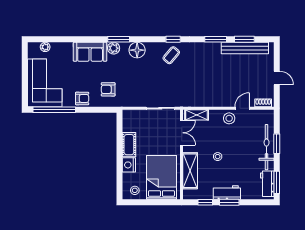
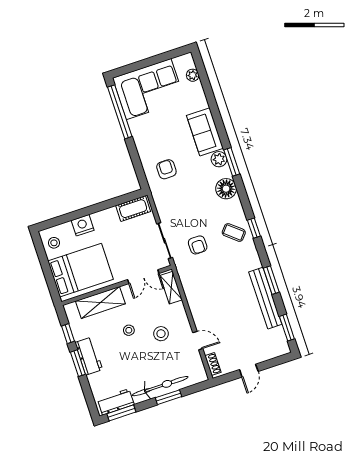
window: (244, 39) -> (287, 328), moved
bench: (245, 48) -> (265, 298), moved
armchair: (82, 98) -> (198, 245), moved
stool: (229, 118) -> (161, 334), moved
cot: (129, 145) -> (133, 209), moved

